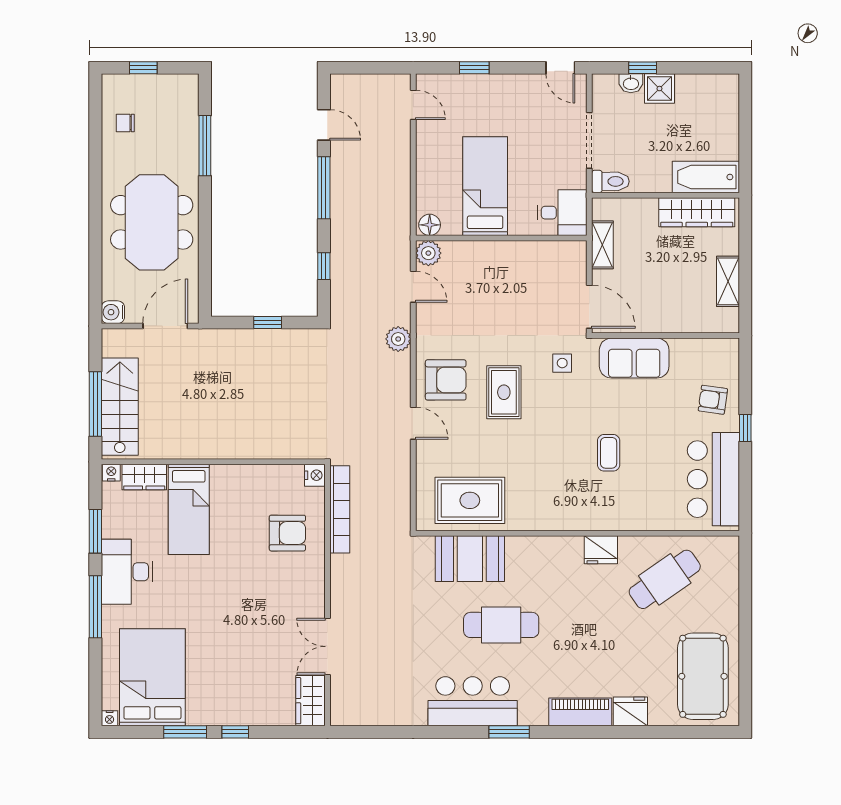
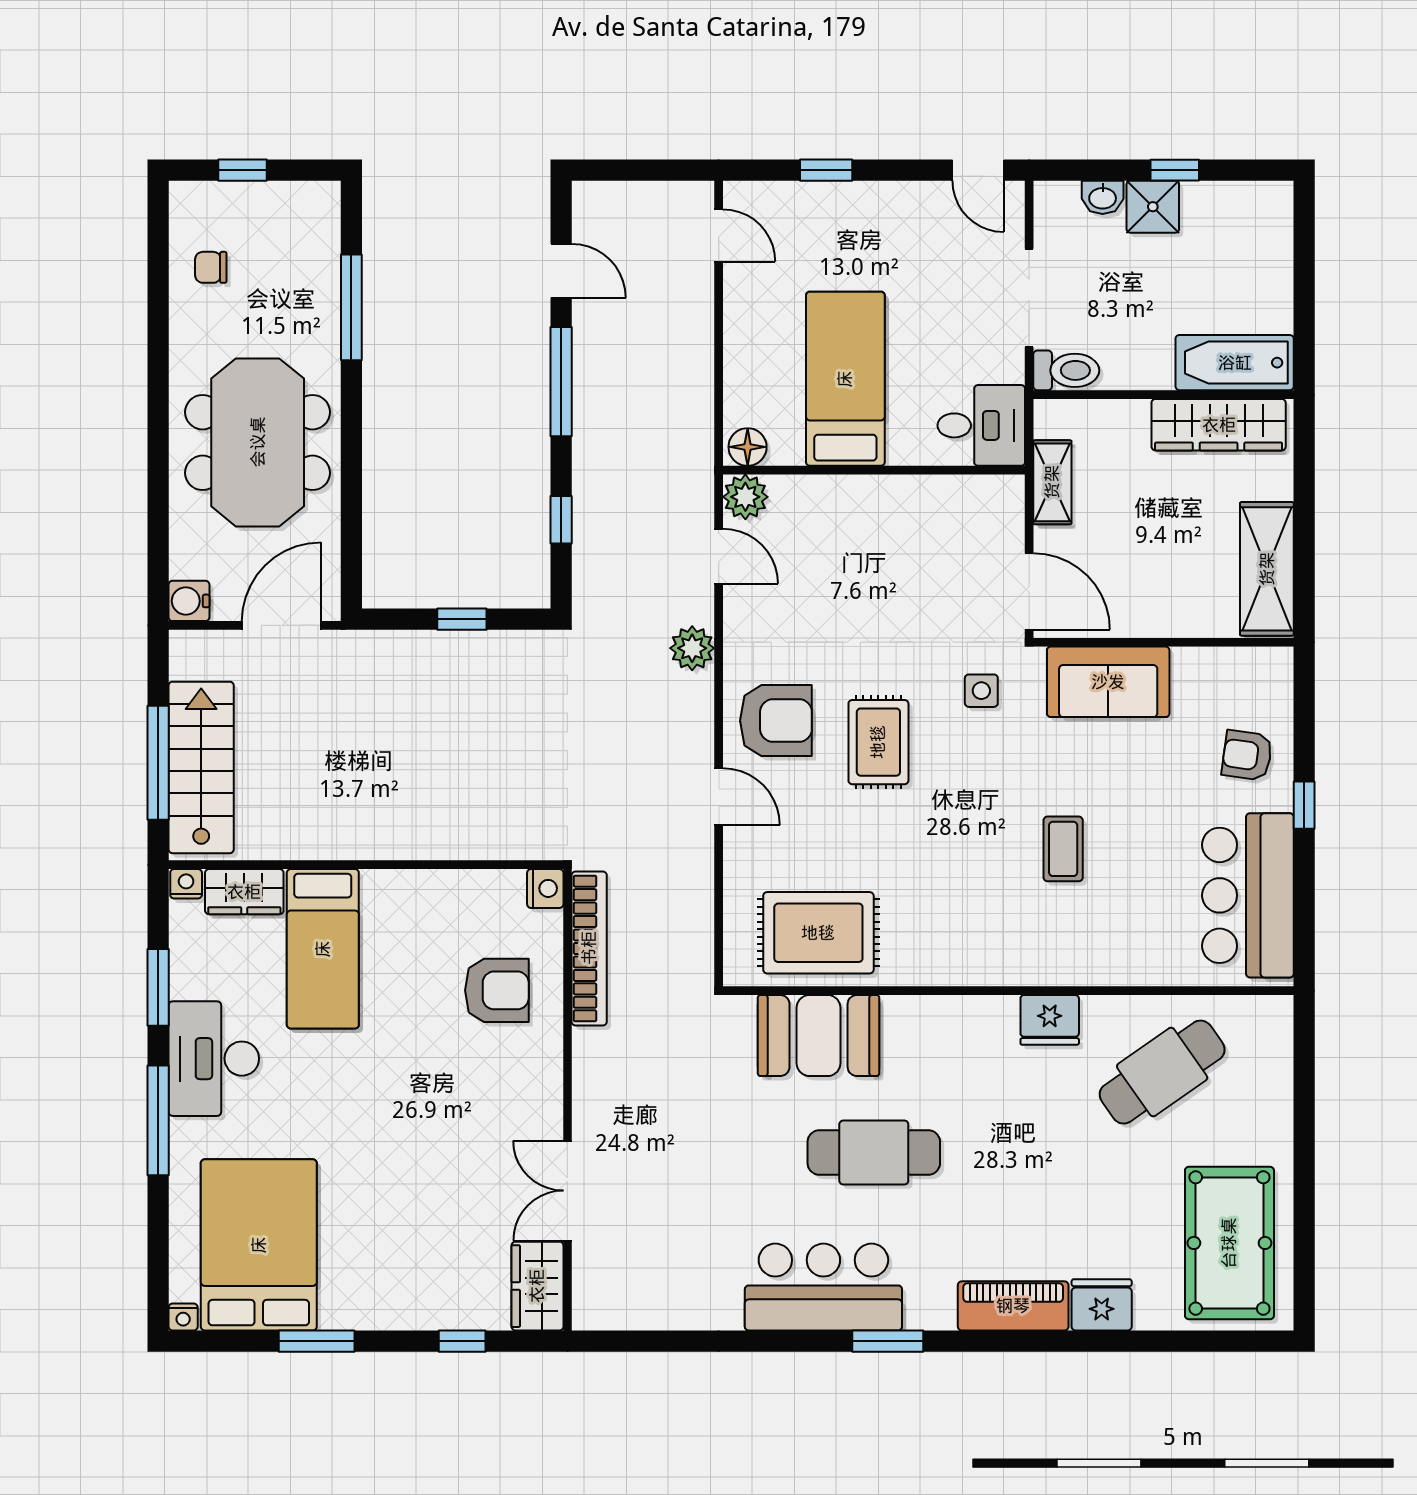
window: (643, 68) -> (1175, 170), moved
shelving: (728, 281) -> (1267, 569), width x1.50, depth x1.33
window: (235, 732) -> (462, 1341), moved

